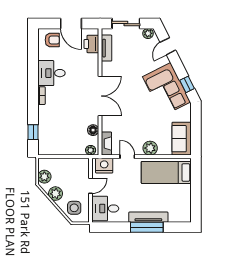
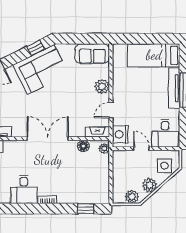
bed: (166, 172) -> (154, 55), moved, turned 90

